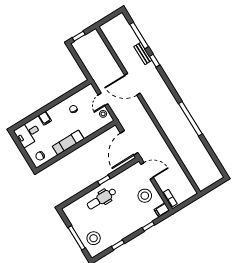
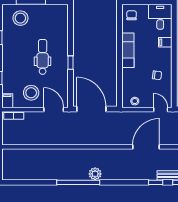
door: (103, 99) -> (161, 110), moved
plant: (176, 110) -> (95, 174), added
door: (147, 171) -> (54, 110), swing flipped
dental chair: (102, 199) -> (43, 57), moved

